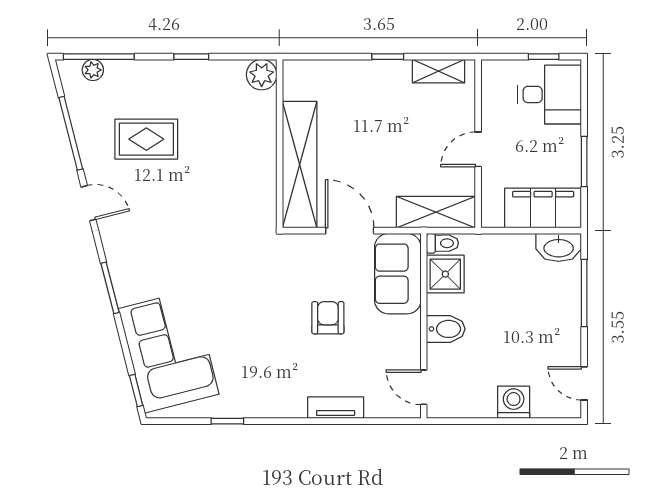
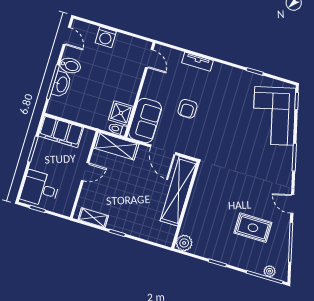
washbasin: (559, 247) -> (62, 84), moved, turned 90
bidet: (446, 329) -> (70, 66), moved, turned 180

